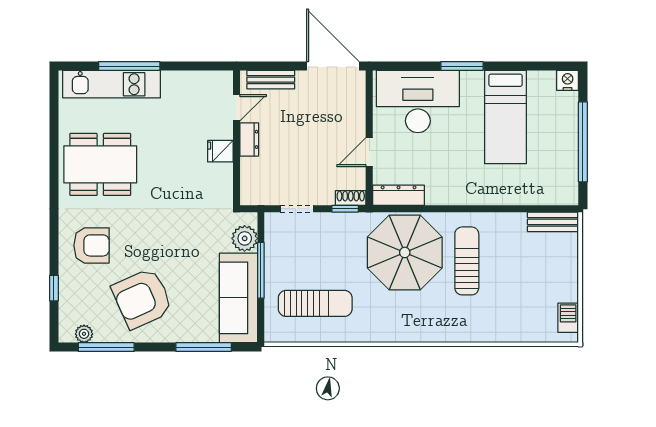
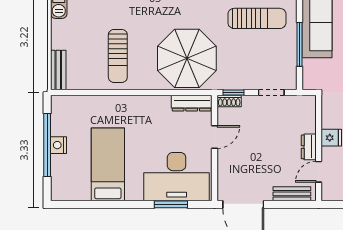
window: (462, 66) -> (171, 204), moved
nightstand: (568, 80) -> (58, 145), moved, turned 90
bench: (553, 222) -> (58, 70), moved, turned 90
plant: (245, 238) -> (312, 69), removed
sun lounger: (467, 261) -> (118, 56), moved
sun lounger: (315, 303) -> (257, 18), turned 180

